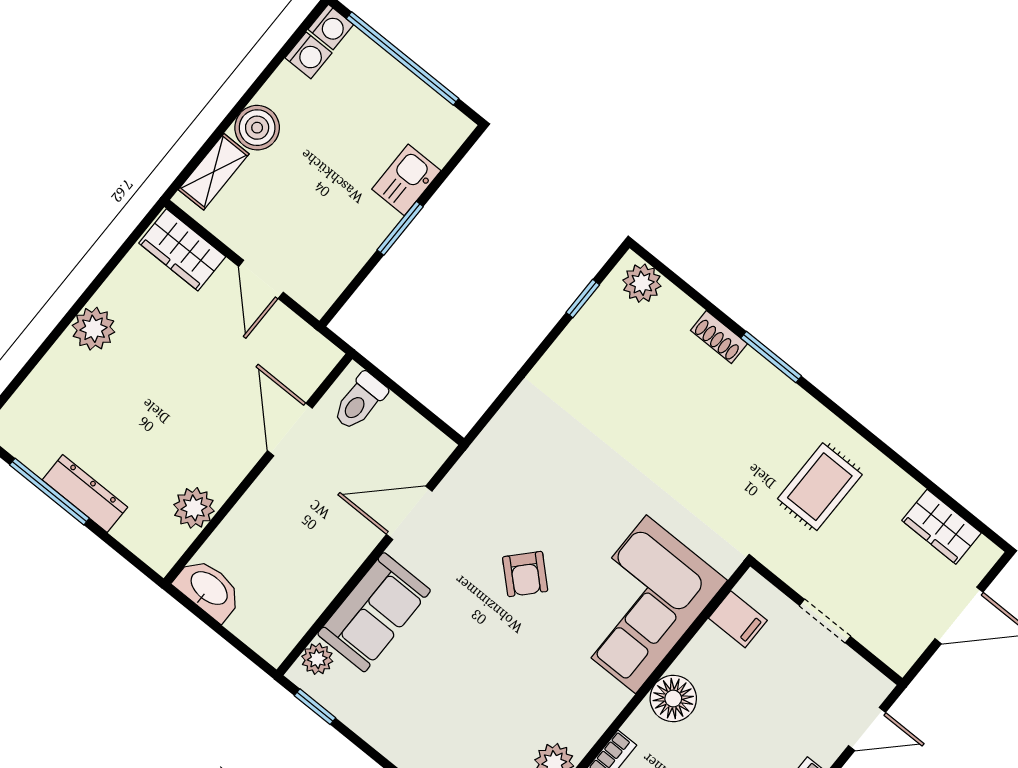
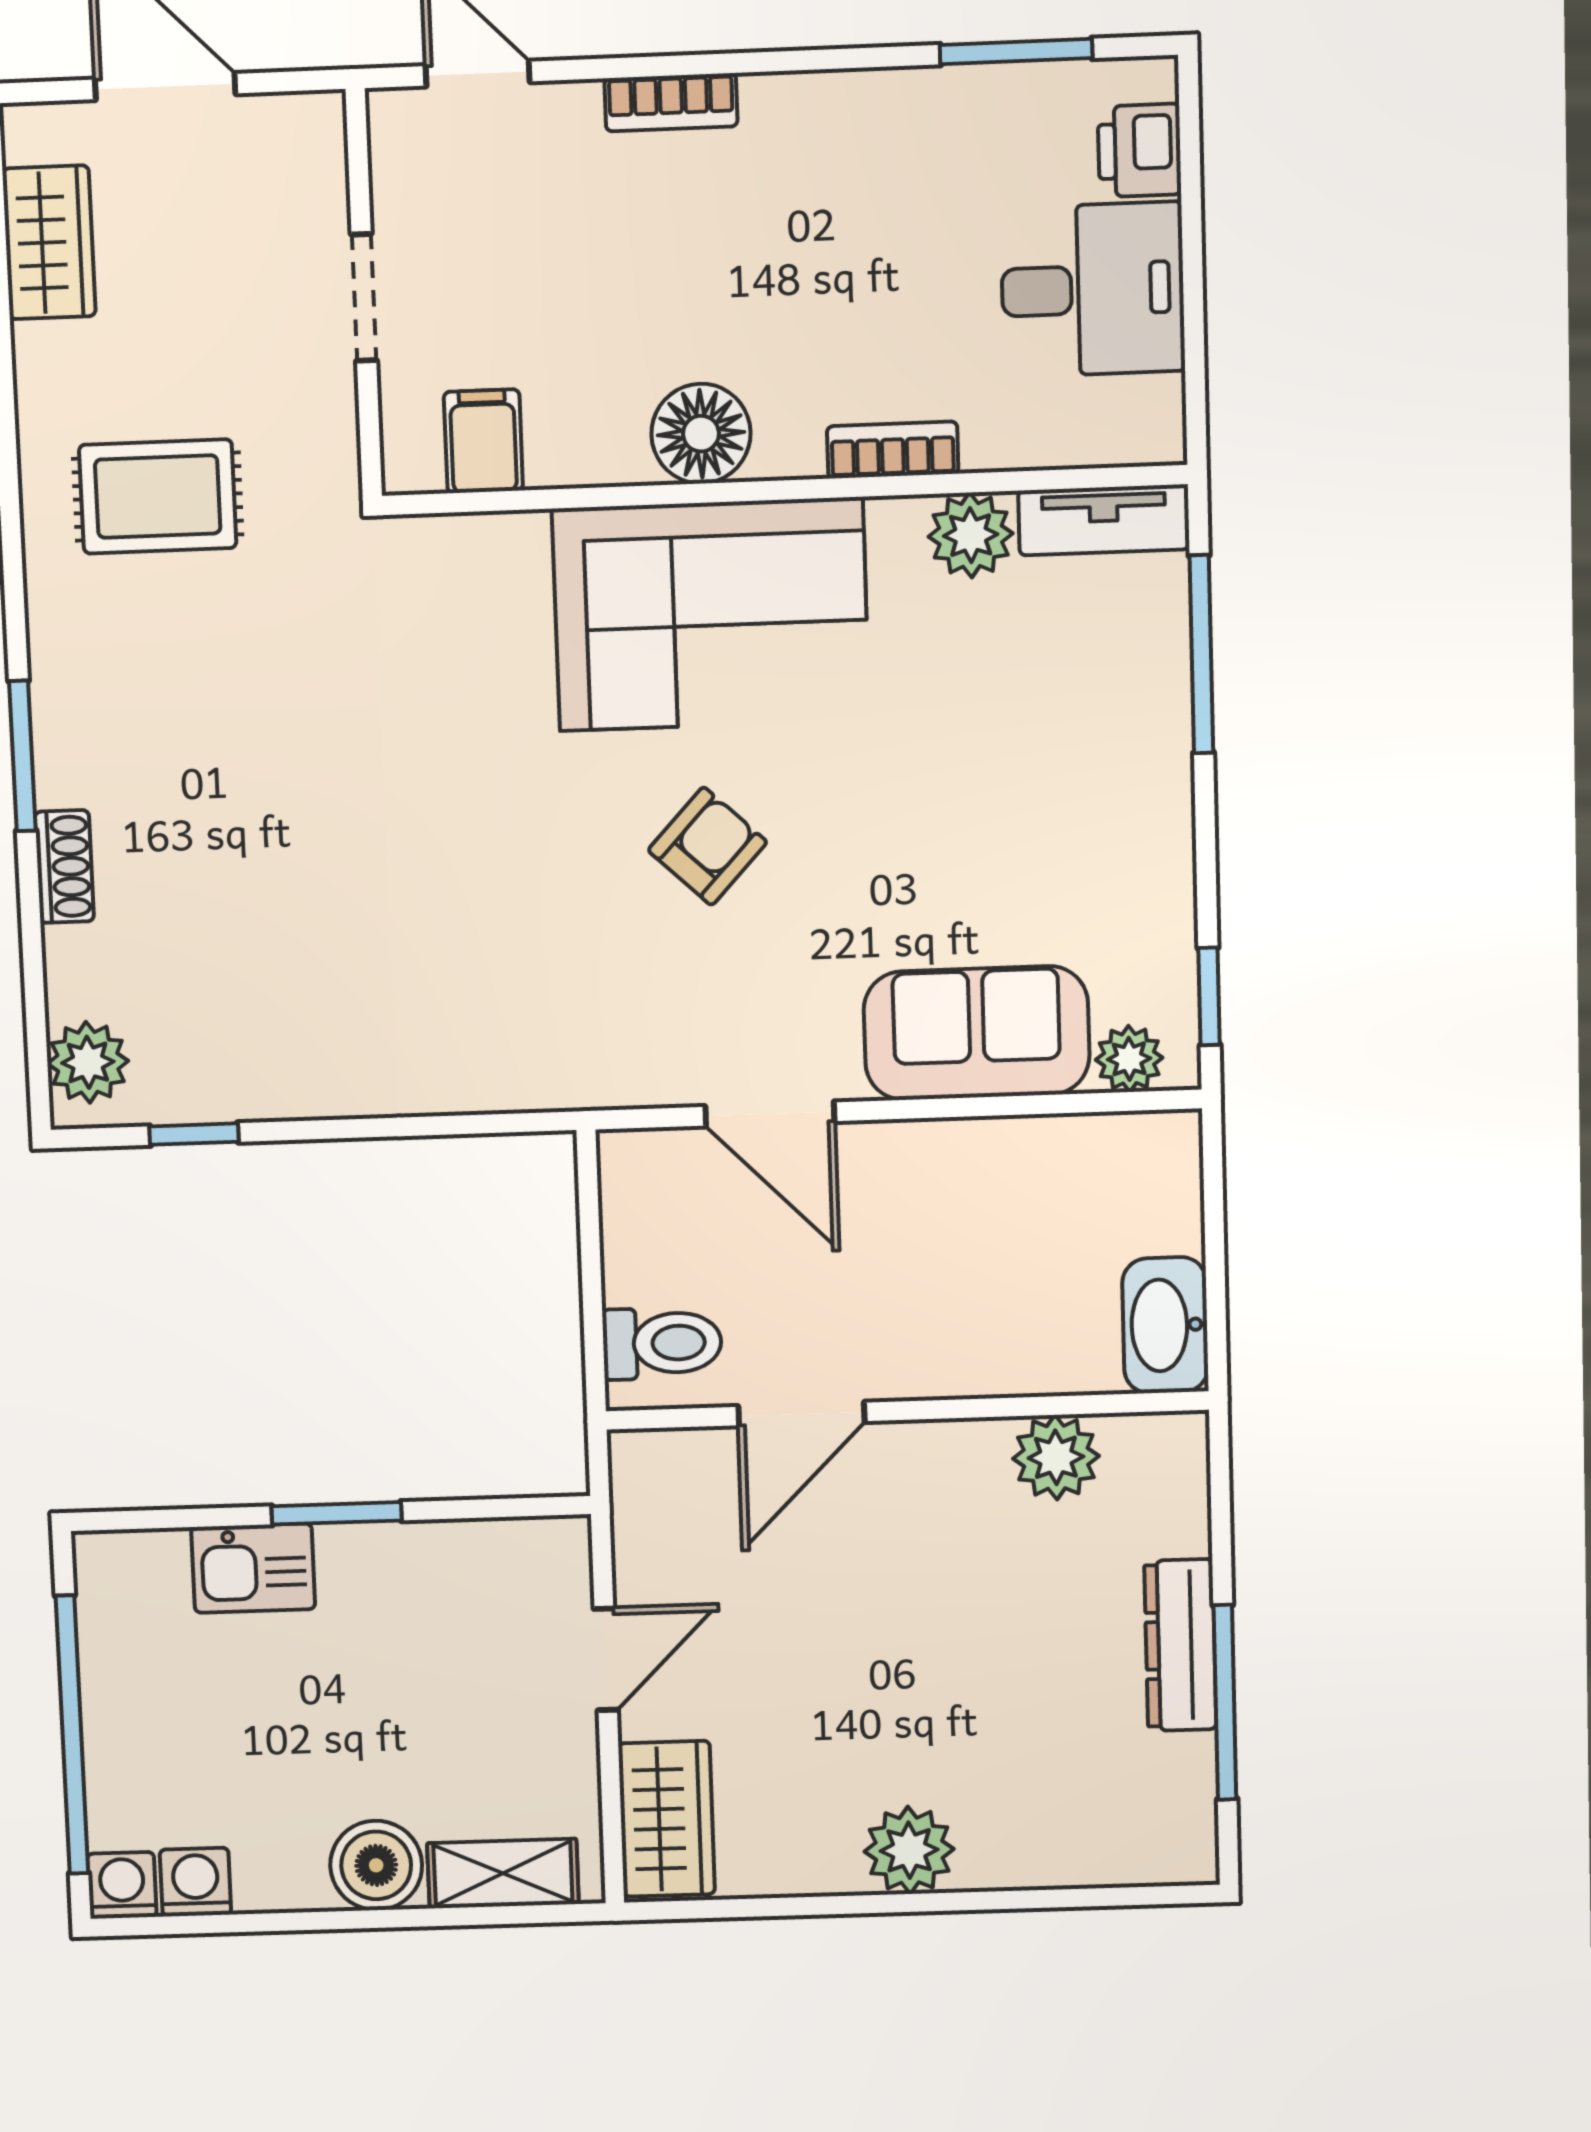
corner sofa: (641, 604) -> (711, 614), moved

